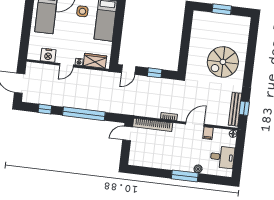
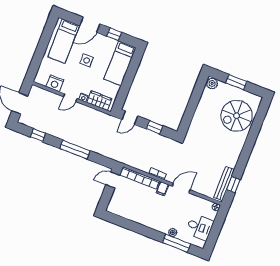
side table: (82, 11) -> (87, 60), moved
plant: (199, 16) -> (212, 83), added
spiral stairs: (223, 62) -> (237, 116), moved
window: (84, 114) -> (75, 150), width x0.68
filing cabinet: (208, 133) -> (163, 189), moved
window: (185, 176) -> (176, 243), moved

